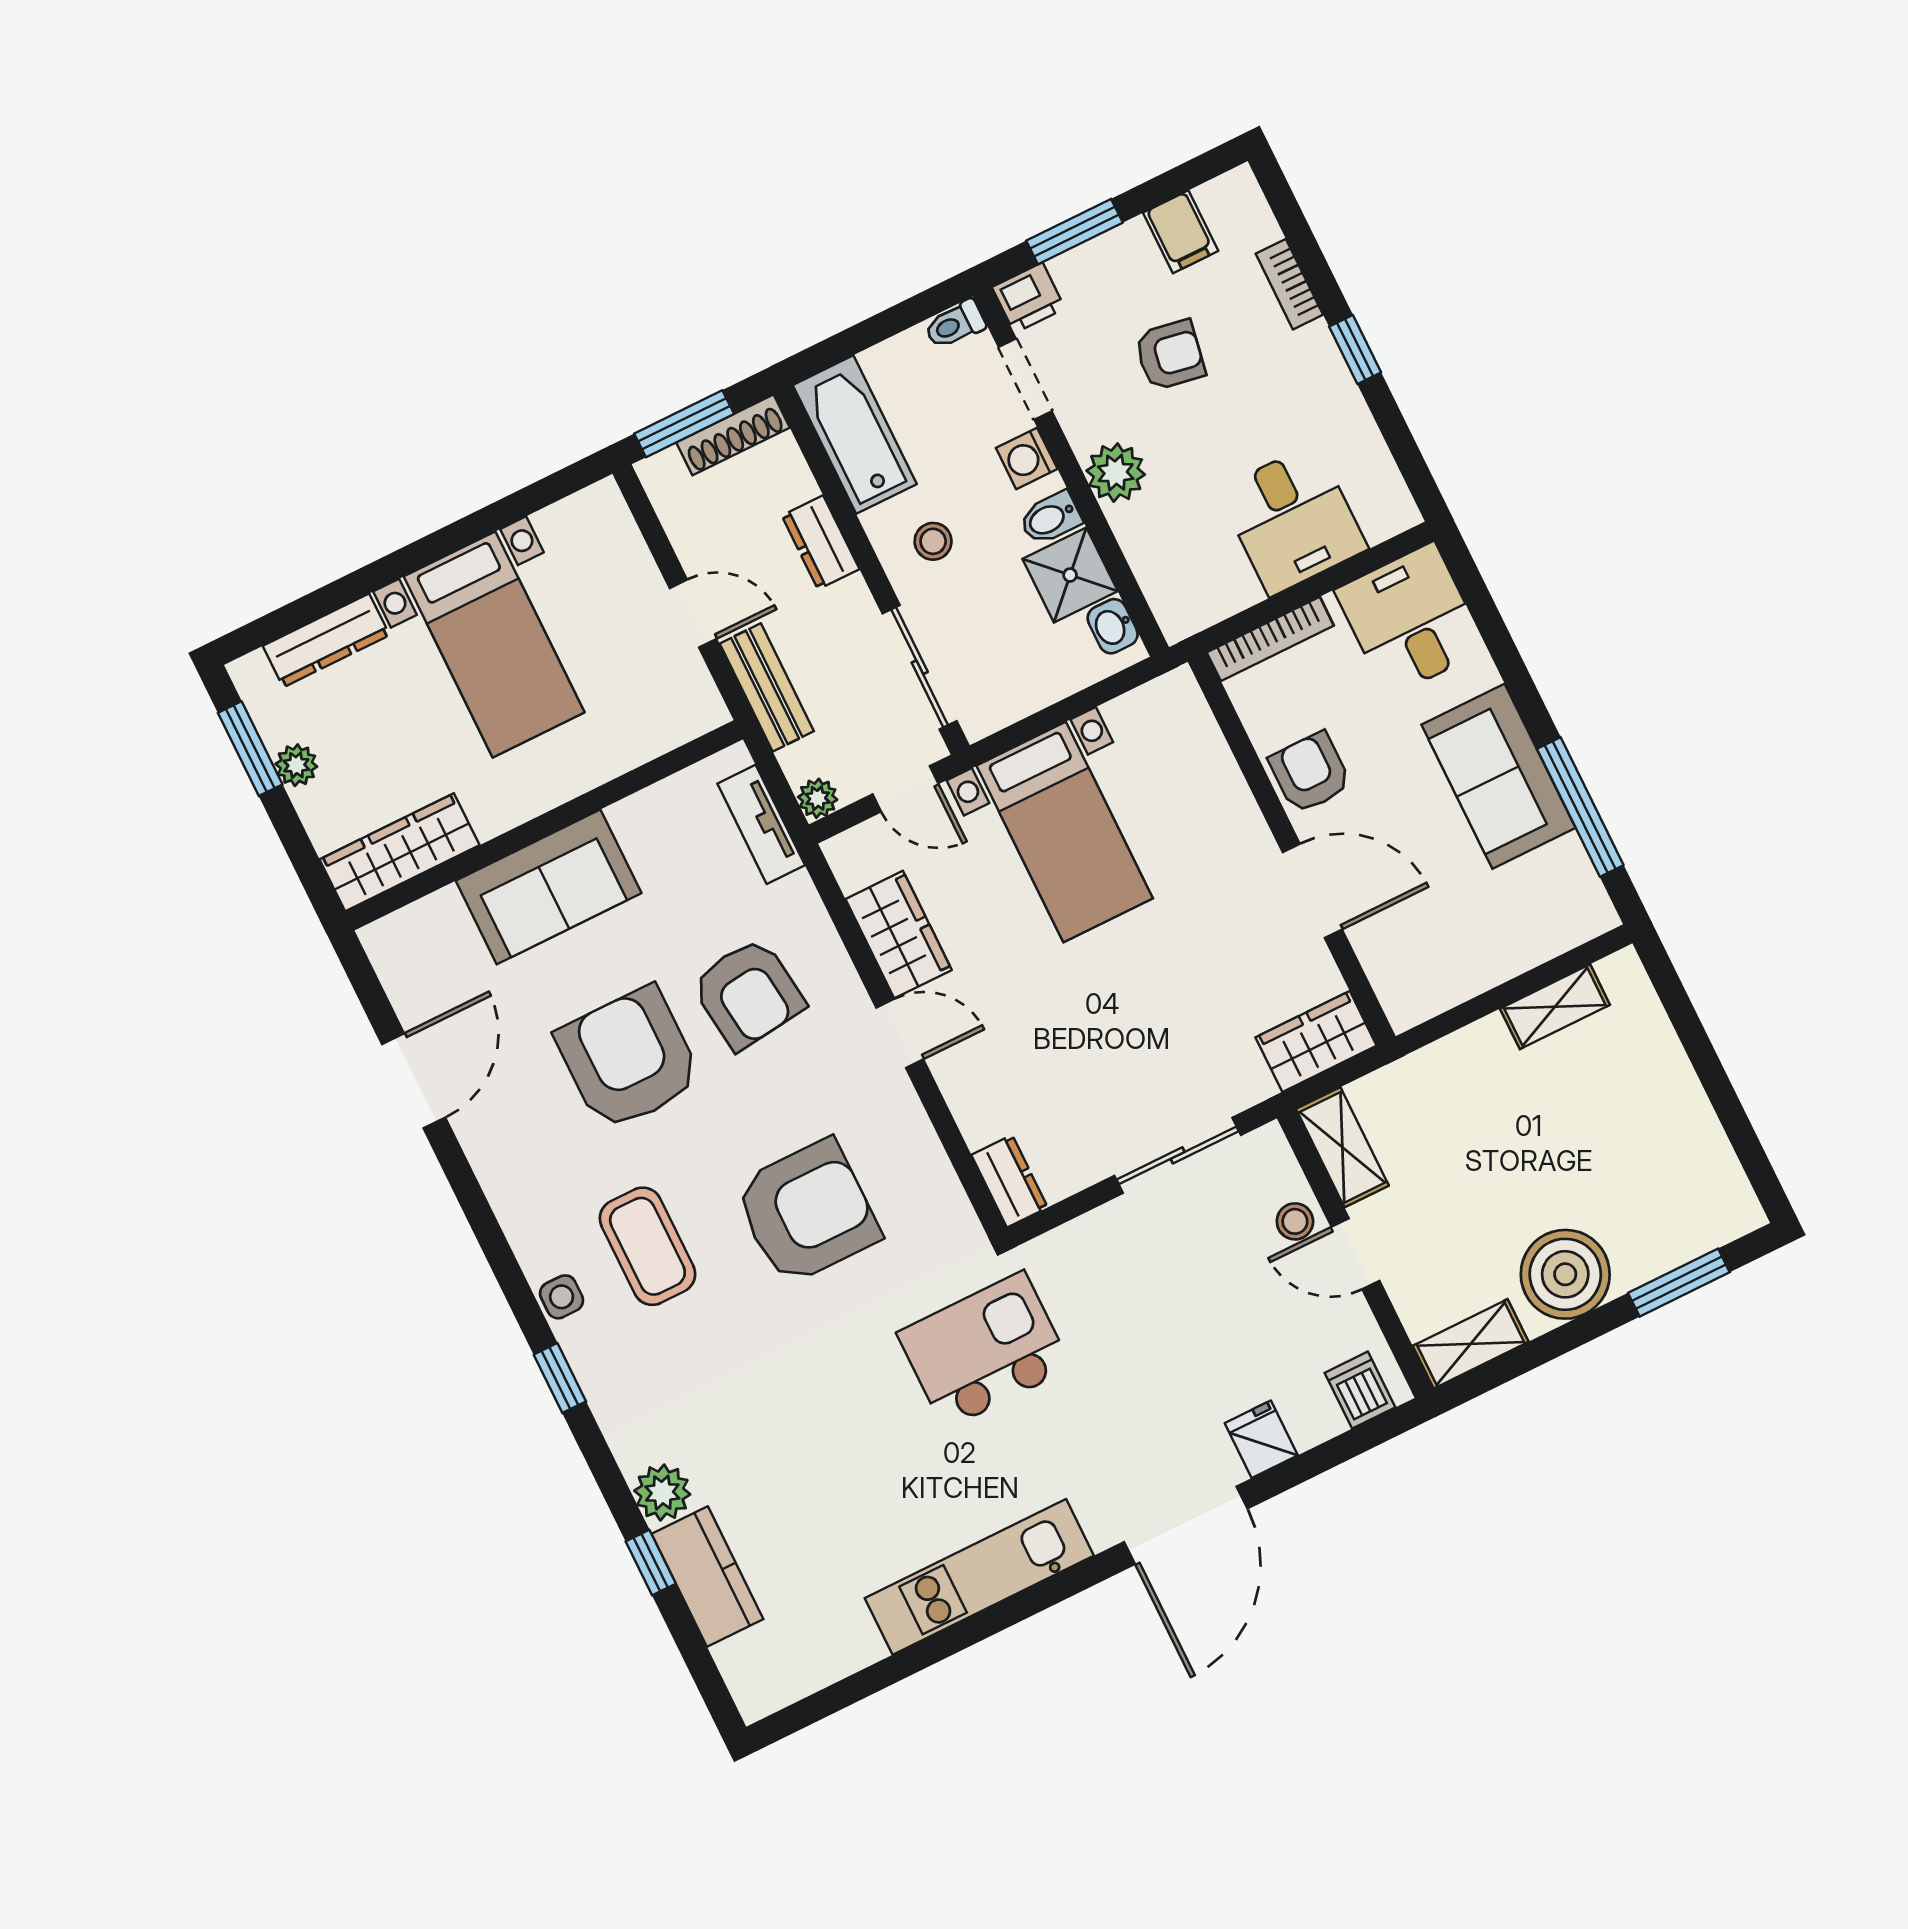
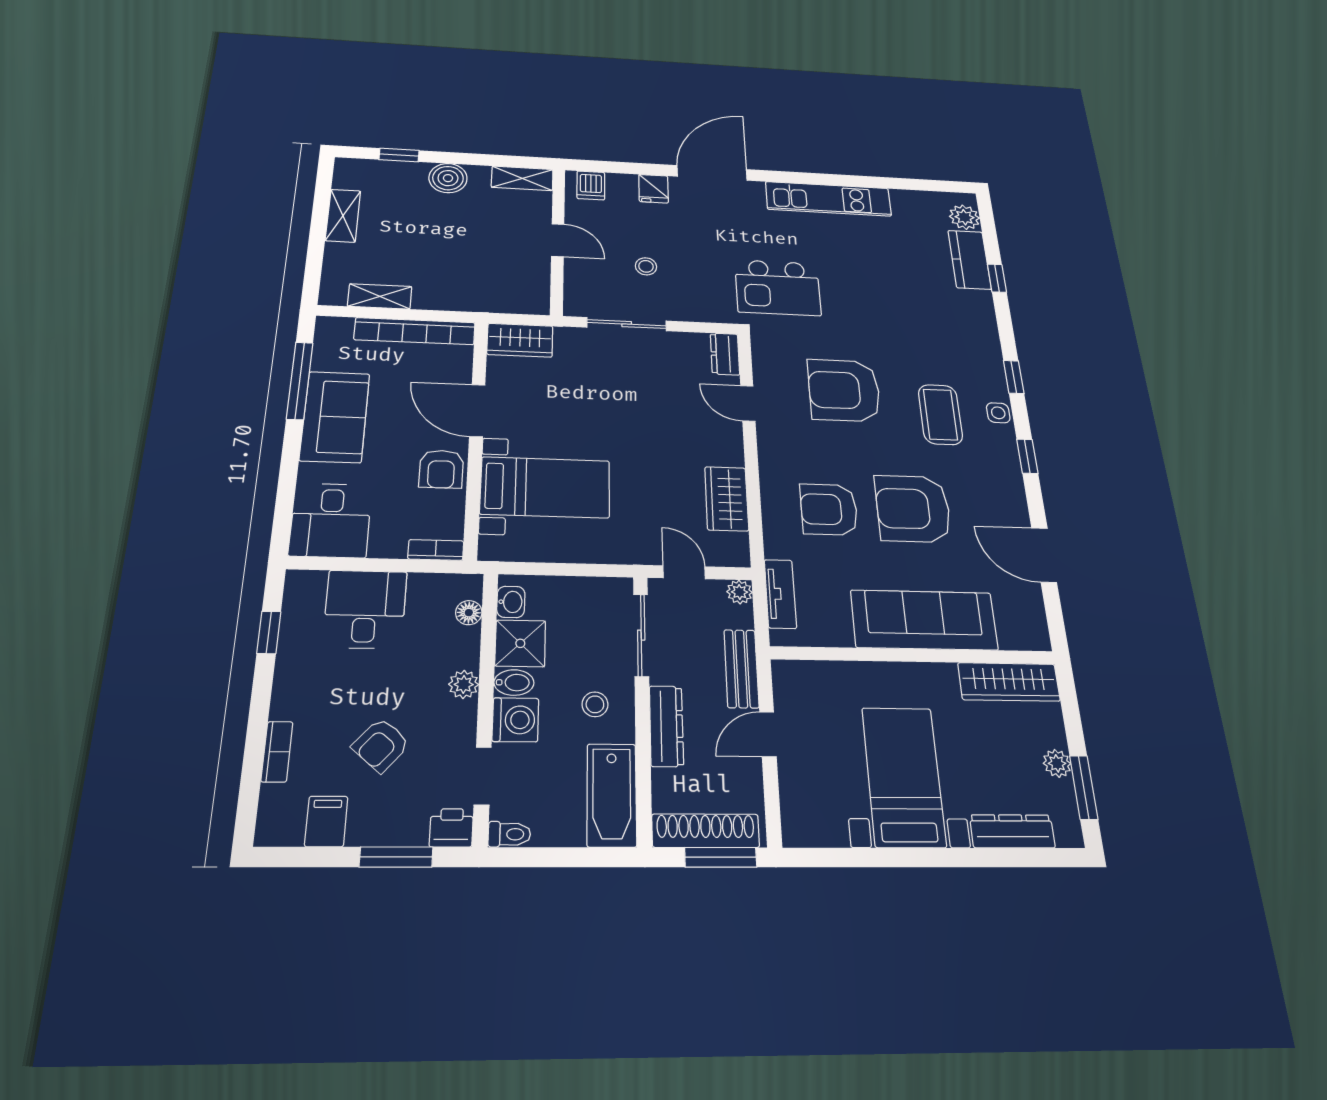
window: (1355, 349) -> (269, 632), moved
armchair: (1170, 355) -> (381, 745), turned -59
shoe rack: (733, 435) -> (706, 831), width x1.36, depth x1.24
washing machine: (1027, 458) -> (515, 720), width x1.38, depth x1.38
plant: (1116, 473) -> (464, 684), width x0.73, depth x0.73
dresser: (821, 542) -> (666, 726), width x1.44
floor lamp: (1159, 583) -> (469, 613), added
door: (693, 614) -> (768, 734), hinge flipped
bookcase: (1270, 639) -> (436, 550), width x0.64
bed with nightstands: (1065, 832) -> (545, 487), moved, turned 90
sofa: (549, 887) -> (924, 620), width x1.36
bookcase: (1472, 975) -> (415, 331), added
armchair: (748, 994) -> (829, 509), turned -83
door: (900, 1034) -> (748, 403), moved
armchair: (629, 1059) -> (913, 509), turned 90
door: (414, 1081) -> (1044, 555), hinge flipped
shelving: (1342, 1147) -> (343, 216), moved
stool: (1295, 1221) -> (646, 266), moved
window: (492, 1240) -> (1027, 456), added
boiler: (1565, 1274) -> (448, 178), width x0.73, depth x0.73
window: (1679, 1283) -> (399, 155), width x0.67
plant: (662, 1493) -> (964, 217), moved

